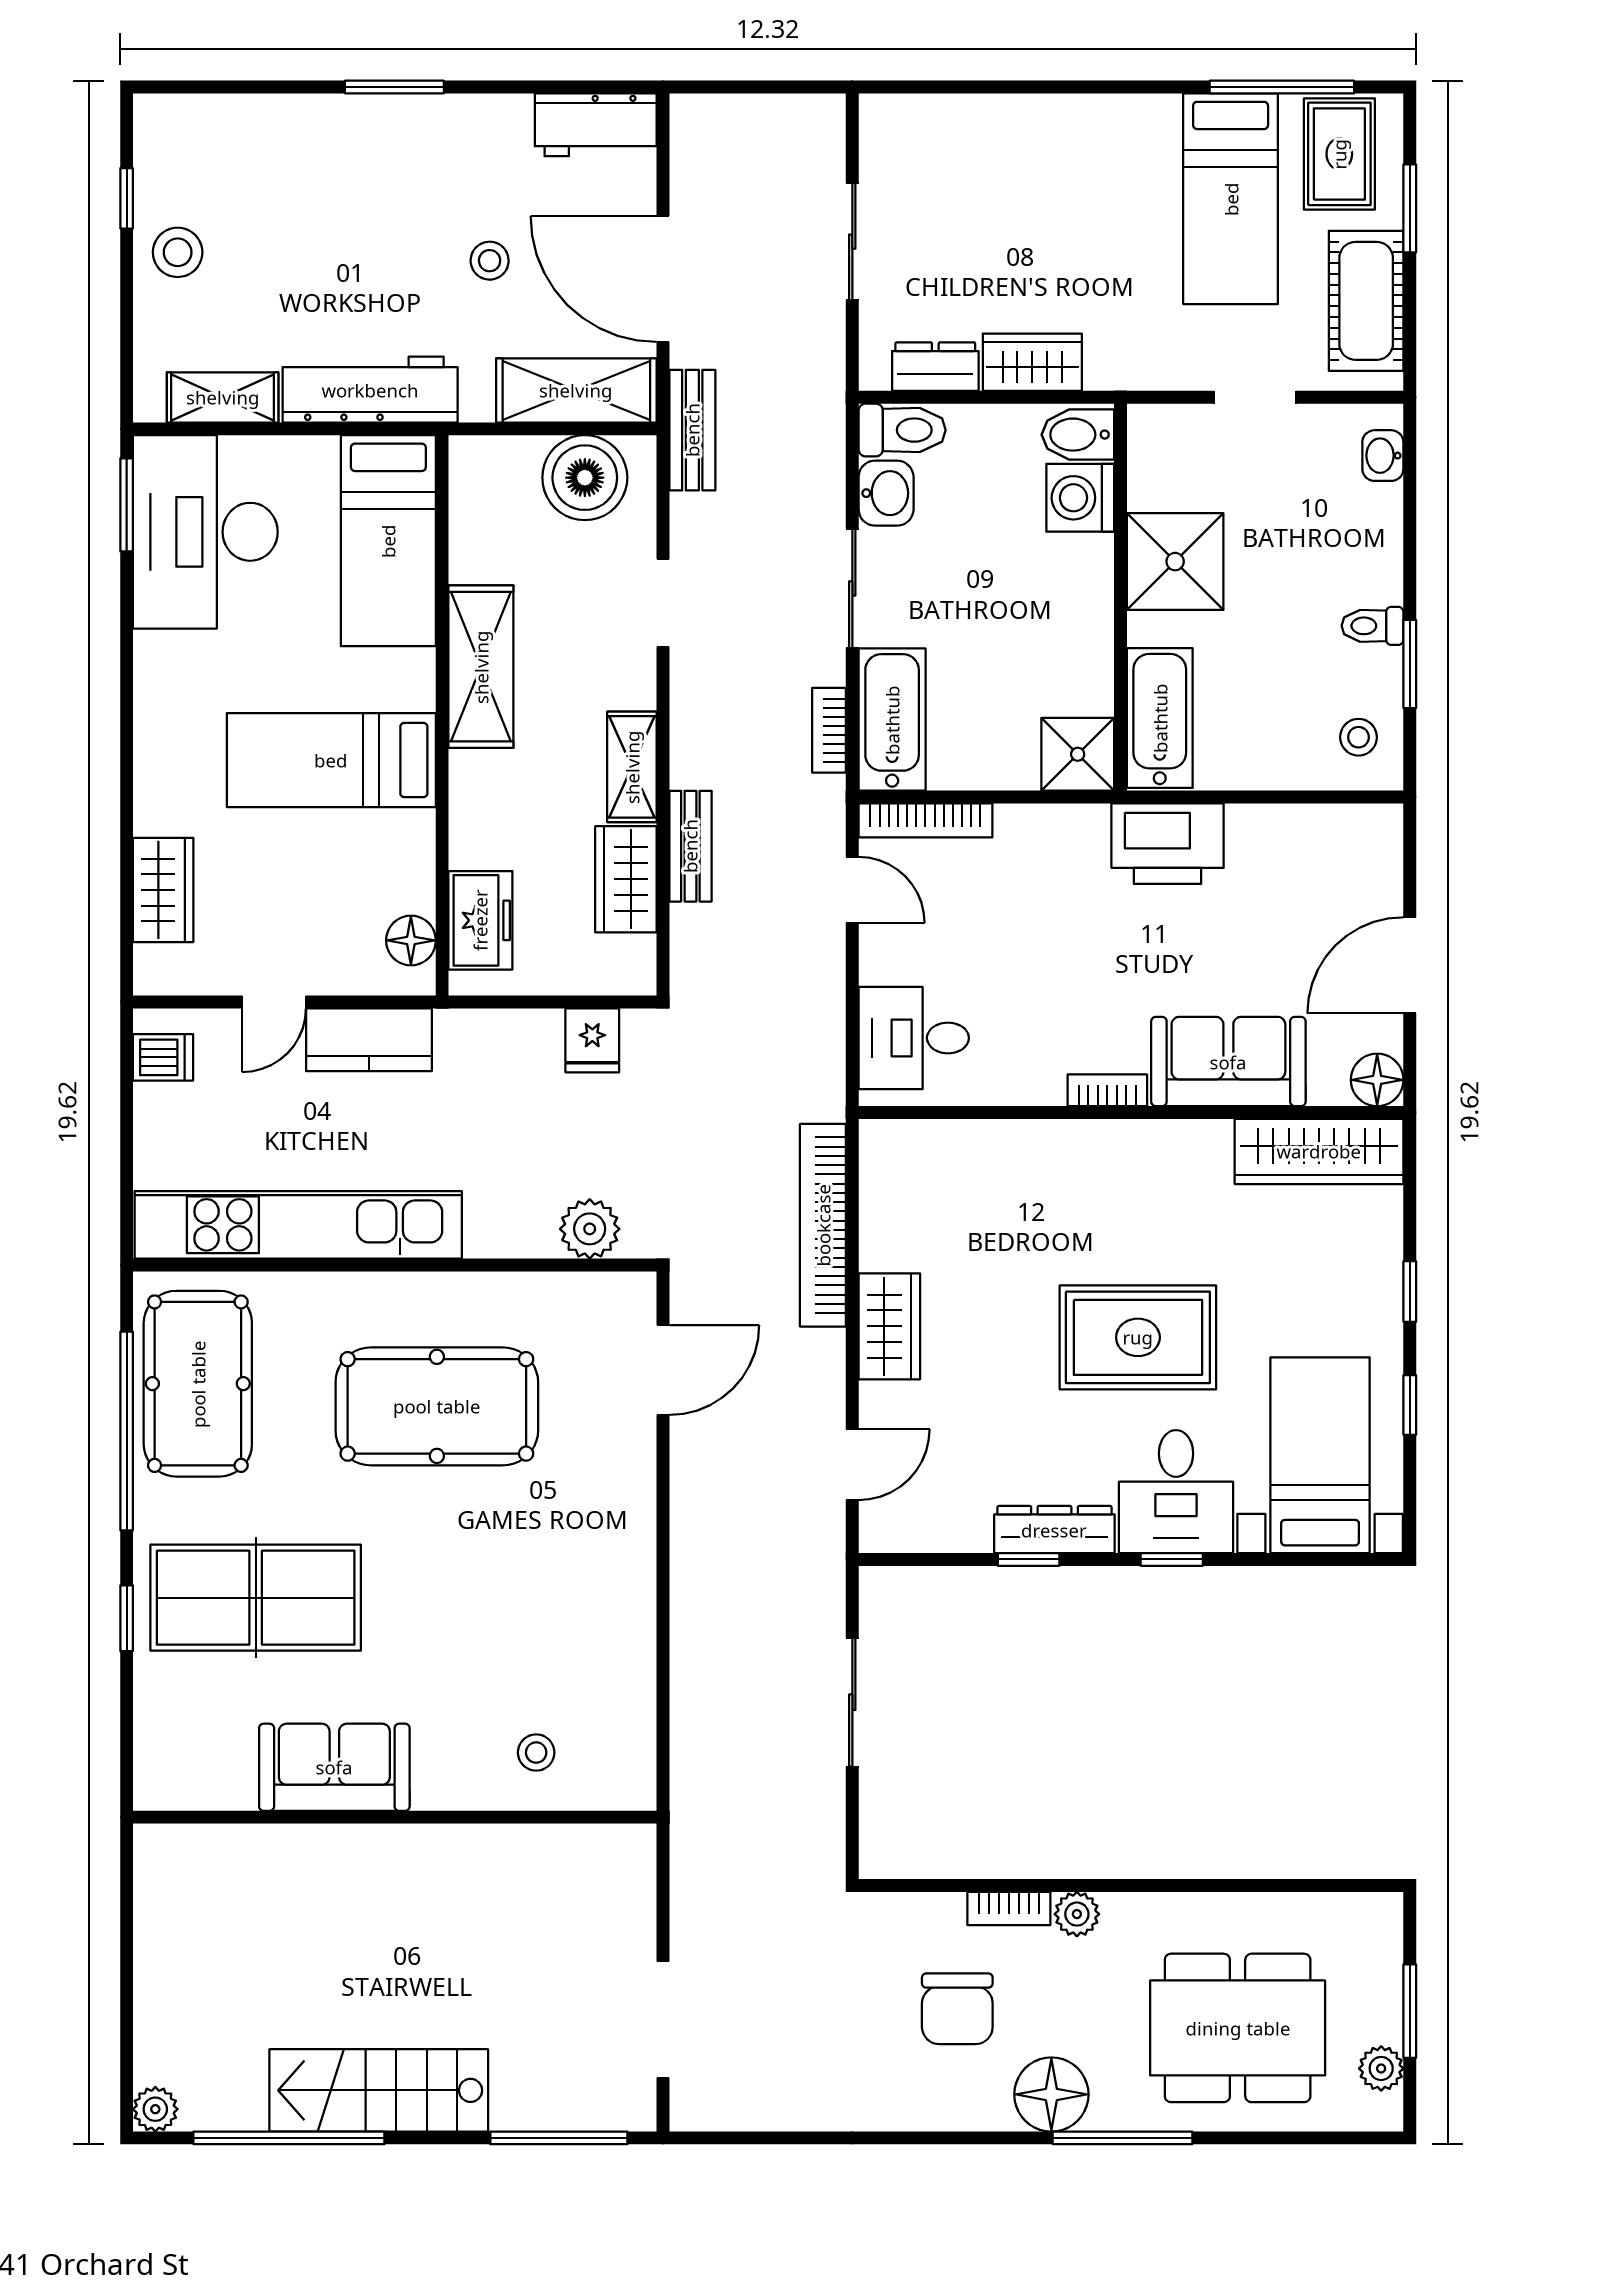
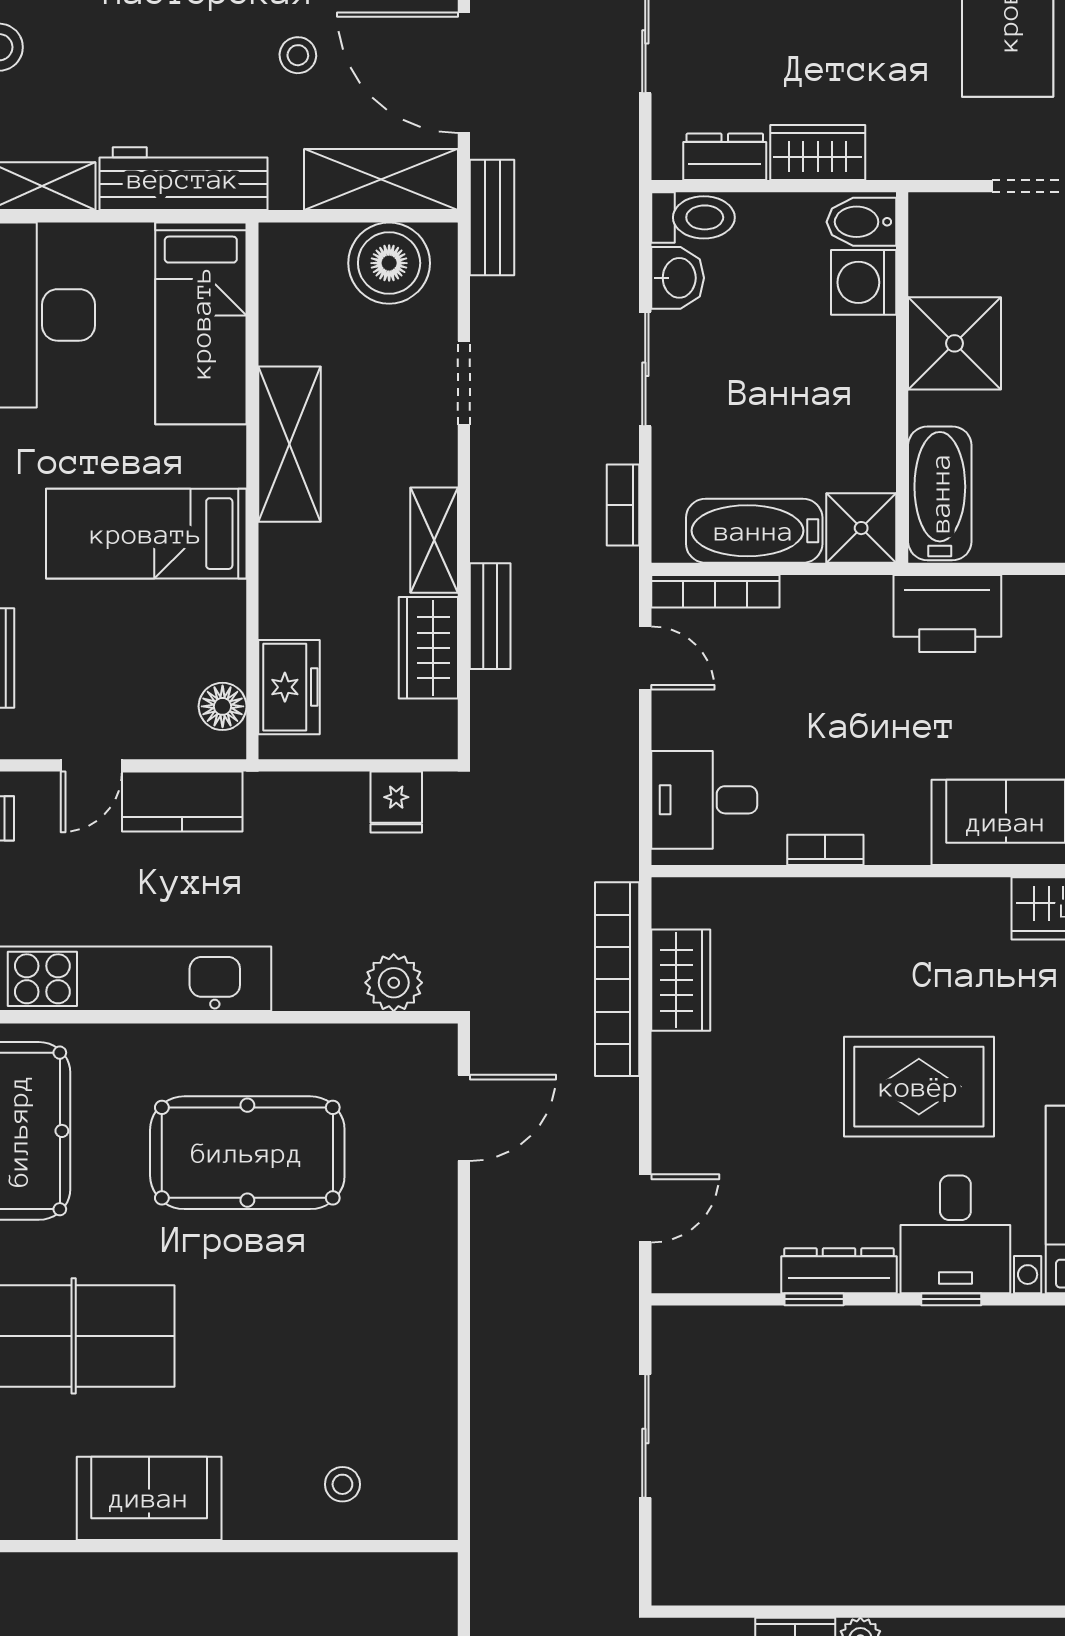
bathtub: (892, 720) -> (754, 531), moved, turned -90
bookcase: (1107, 1090) -> (825, 850), moved
wardrobe: (889, 1326) -> (681, 980), moved

